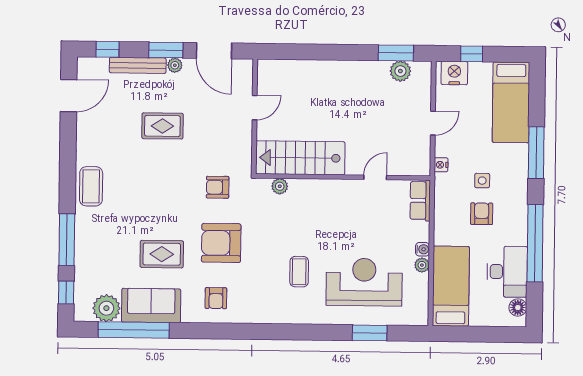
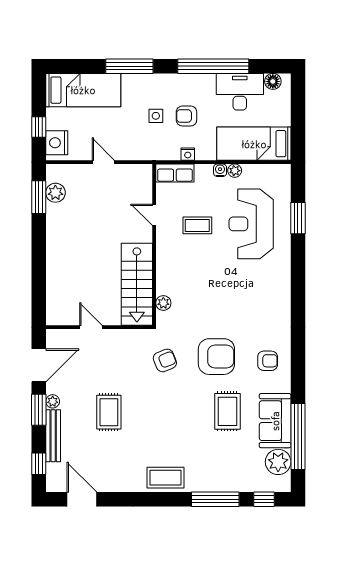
nightstand: (441, 165) -> (188, 154), moved
armchair: (218, 187) -> (165, 360), turned -112
armchair: (221, 243) -> (216, 357), turned -90
coffee table: (299, 272) -> (197, 225), moved

